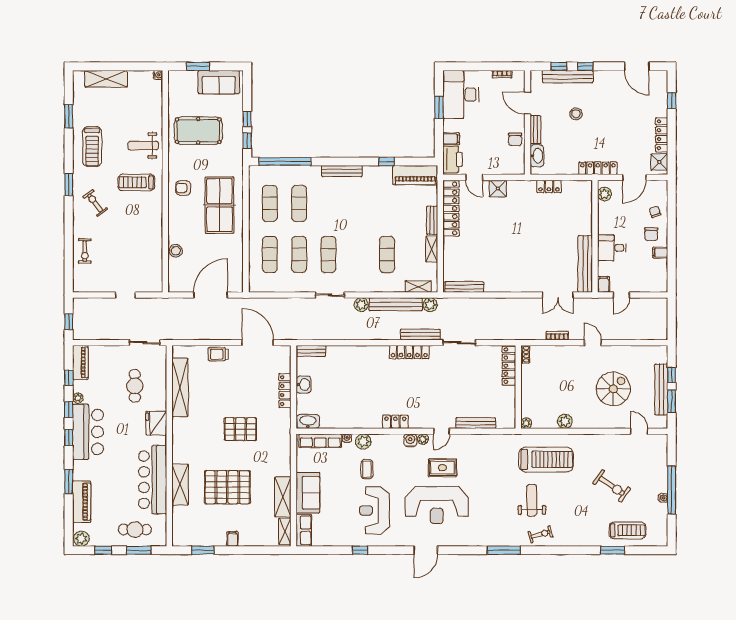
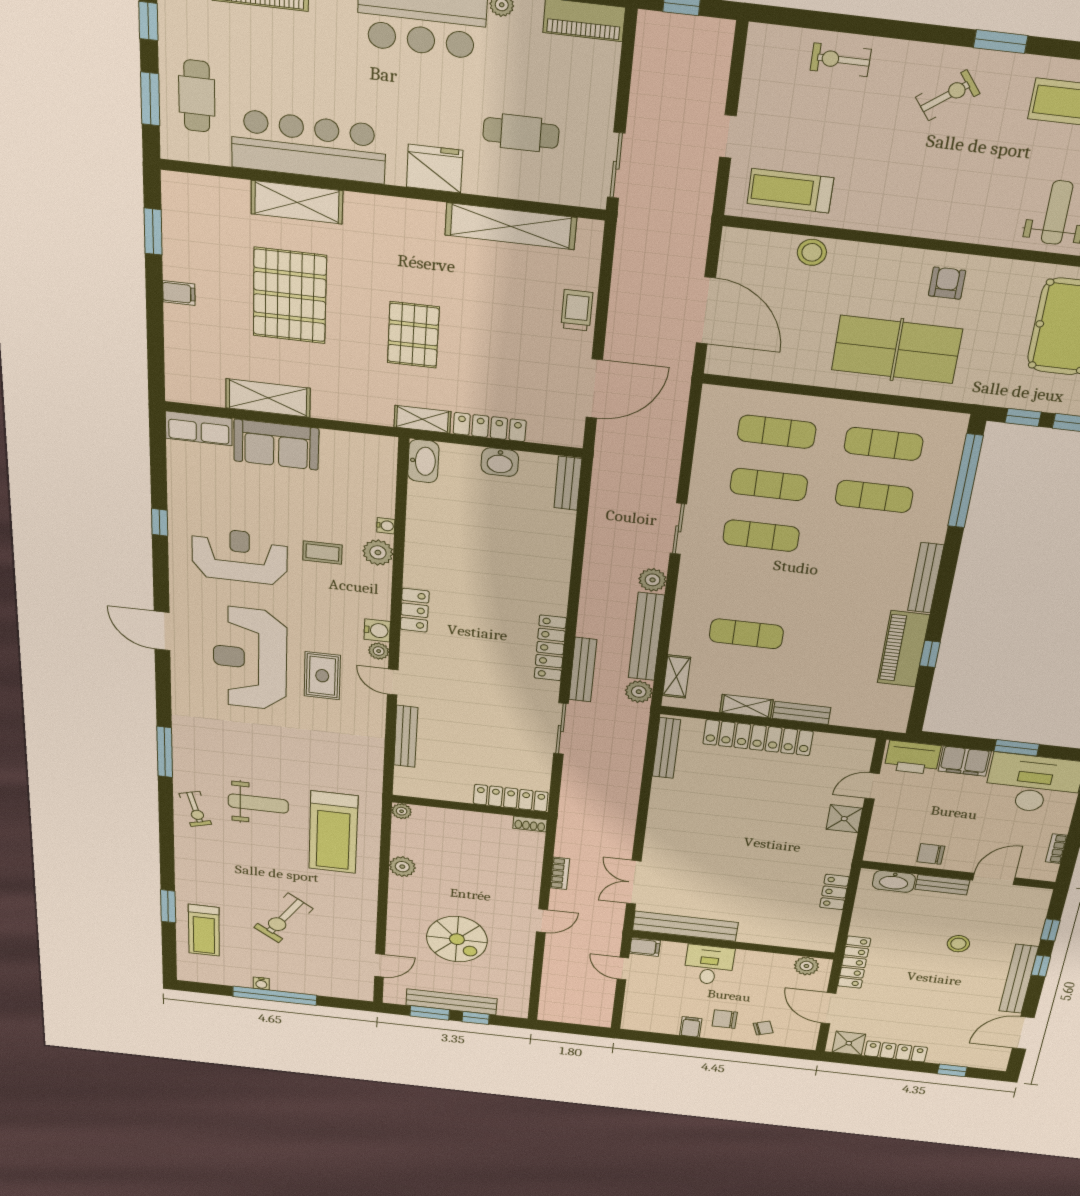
bench: (568, 77) -> (1019, 979), moved
filing cabinet: (451, 139) -> (965, 761), width x2.00
piano: (415, 175) -> (903, 649), moved
treadmill: (136, 182) -> (790, 191), moved, turned -90
locker: (451, 209) -> (758, 738), moved
row of seats: (320, 441) -> (382, 479), removed
shelving: (285, 531) -> (422, 419), moved

